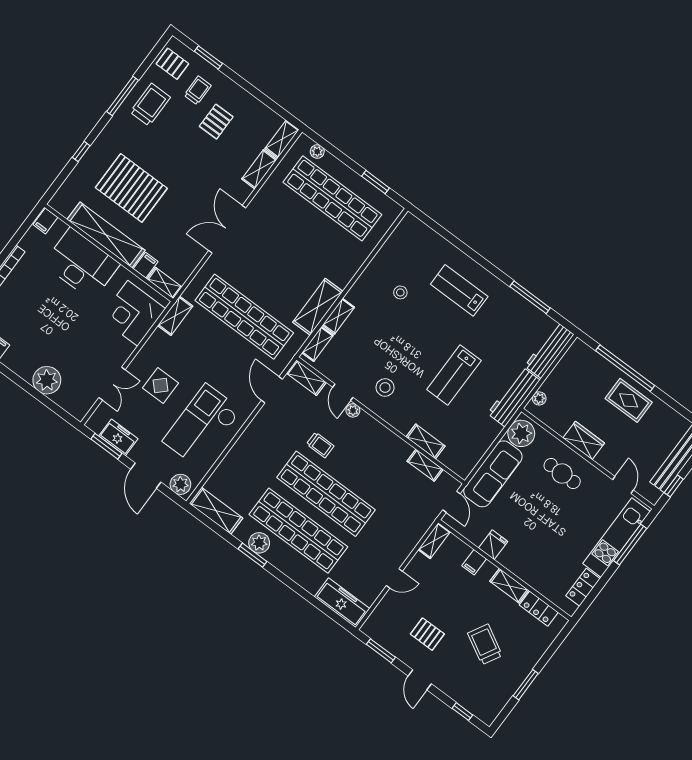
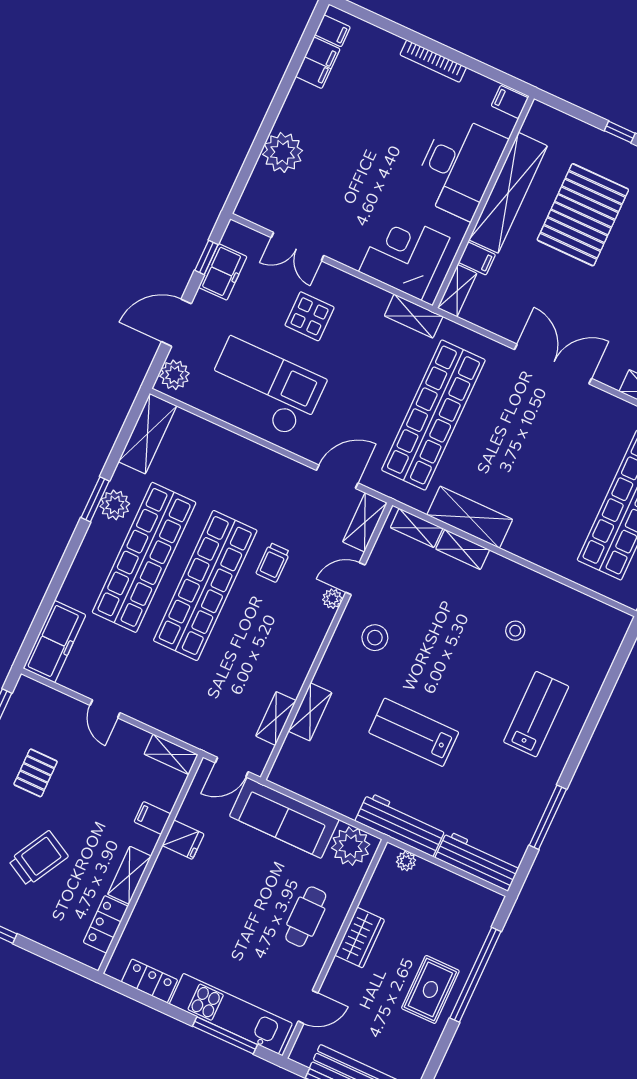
window: (106, 446) -> (206, 257), width x0.67

